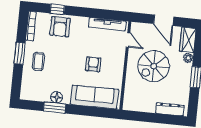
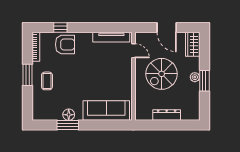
armchair: (60, 27) -> (65, 44), turned -90
plant: (188, 58) -> (195, 77), moved
armchair: (93, 64) -> (102, 78), removed
dresser: (170, 109) -> (167, 115), moved

